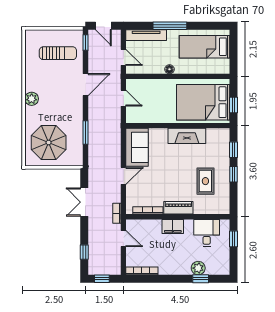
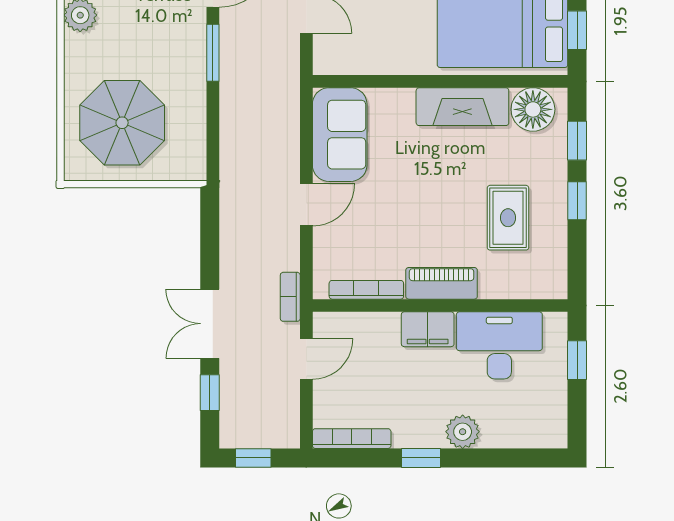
window: (86, 132) -> (213, 53), moved
floor lamp: (216, 137) -> (533, 109), added
double door: (84, 202) -> (210, 324), moved
desk: (207, 233) -> (499, 345), width x1.37
door: (123, 238) -> (306, 359), hinge flipped
plant: (198, 268) -> (463, 432), moved
window: (201, 279) -> (421, 458), moved

